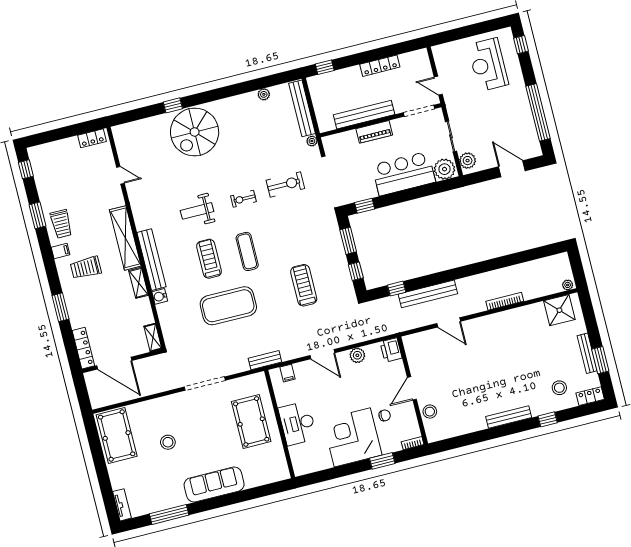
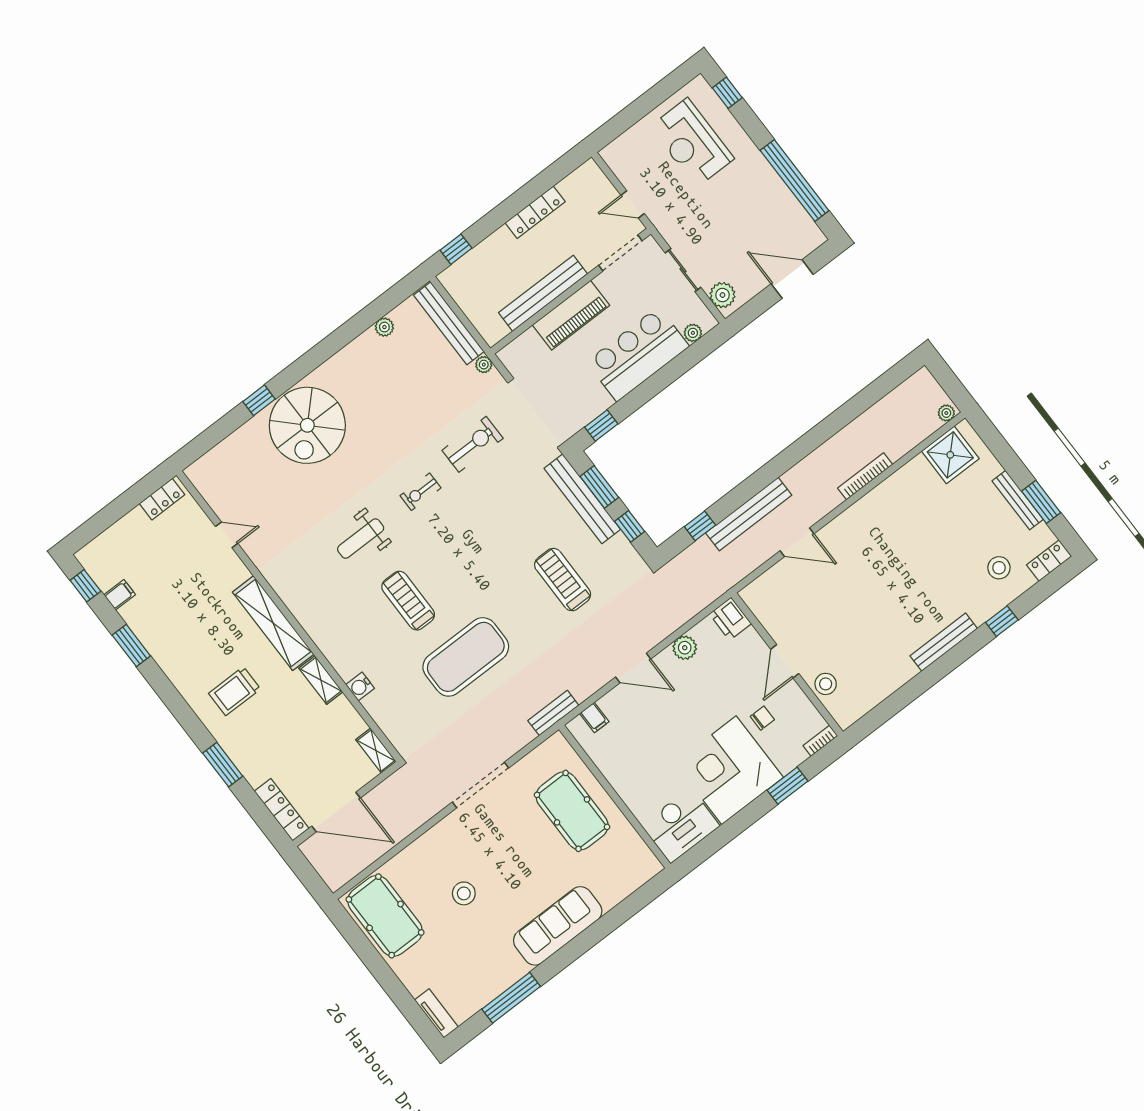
piano: (374, 132) -> (571, 315), width x1.37, depth x1.33
plant: (445, 169) -> (693, 333), width x0.53, depth x0.53
trolley: (61, 224) -> (171, 643), removed
filing cabinet: (61, 251) -> (120, 595), moved
exercise mat: (247, 251) -> (459, 566), removed
bench: (151, 260) -> (582, 499), moved
desk: (298, 423) -> (681, 825), moved, turned -90

